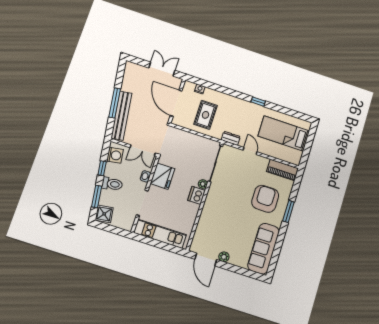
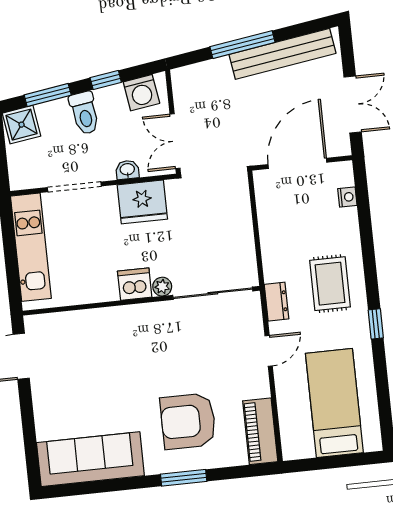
rug: (205, 115) -> (330, 284), moved, turned 90
bench: (121, 116) -> (283, 54), moved
armchair: (265, 199) -> (188, 421), turned 180
plant: (224, 257) -> (41, 389), removed

